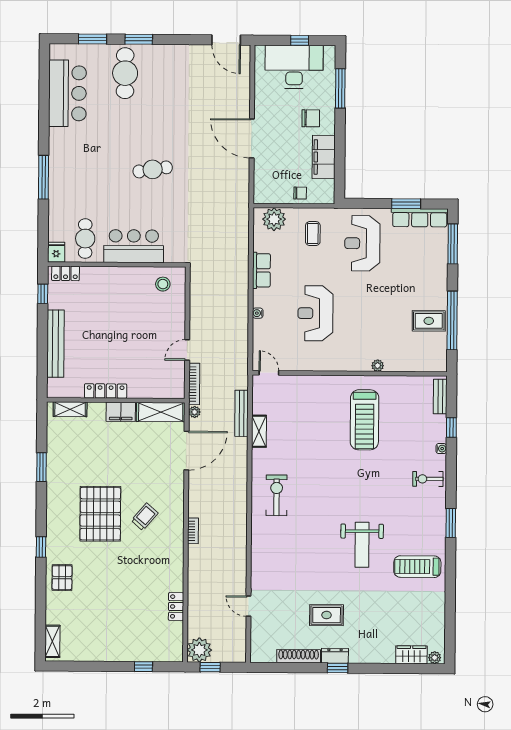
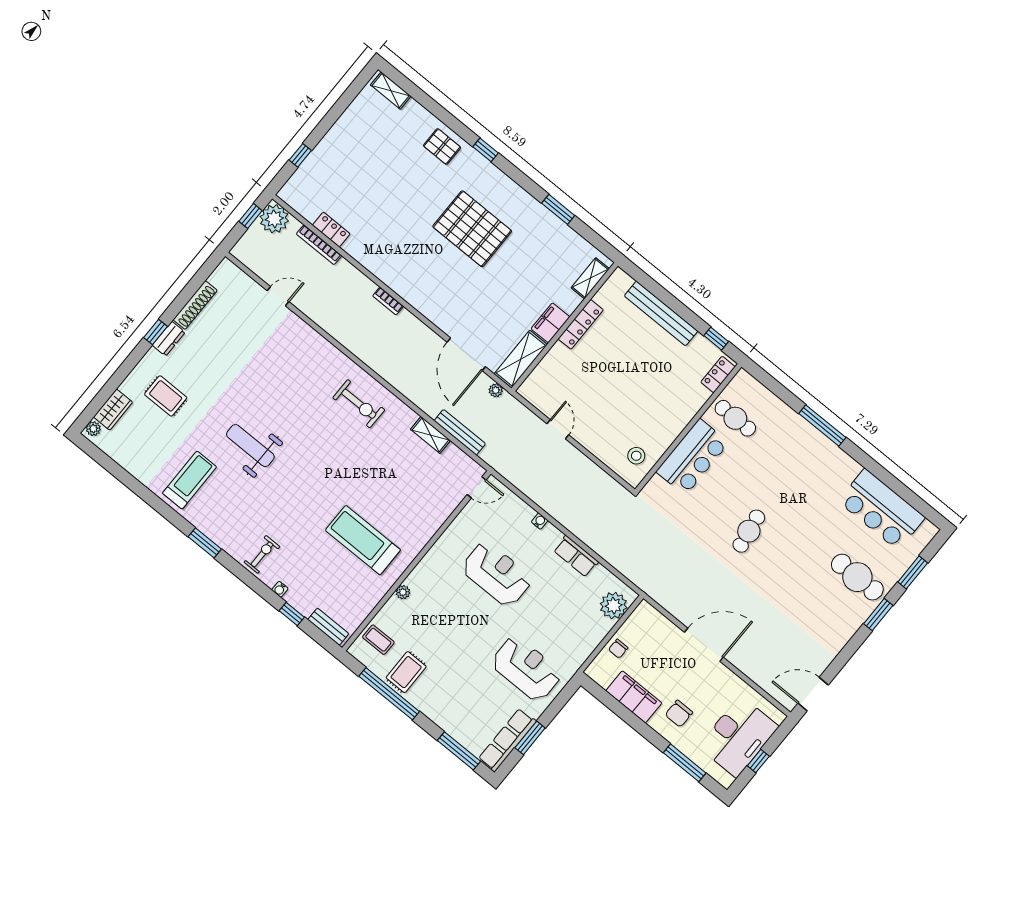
coffee table: (313, 234) -> (378, 640), moved
fridge: (56, 252) -> (744, 382), removed
bookcase: (194, 384) -> (319, 245), moved
trolley: (145, 517) -> (437, 267), removed
rug: (327, 615) -> (166, 396), moved, turned 90

